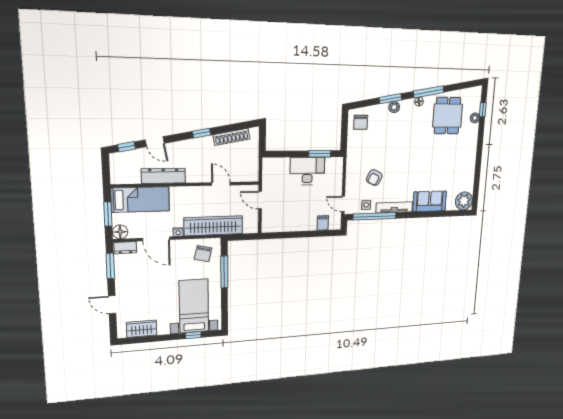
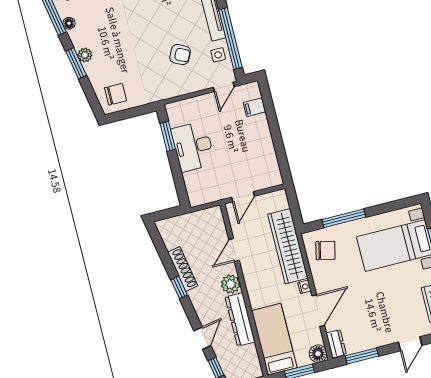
shoe rack: (231, 137) -> (183, 269), moved
plant: (194, 175) -> (231, 284), added

